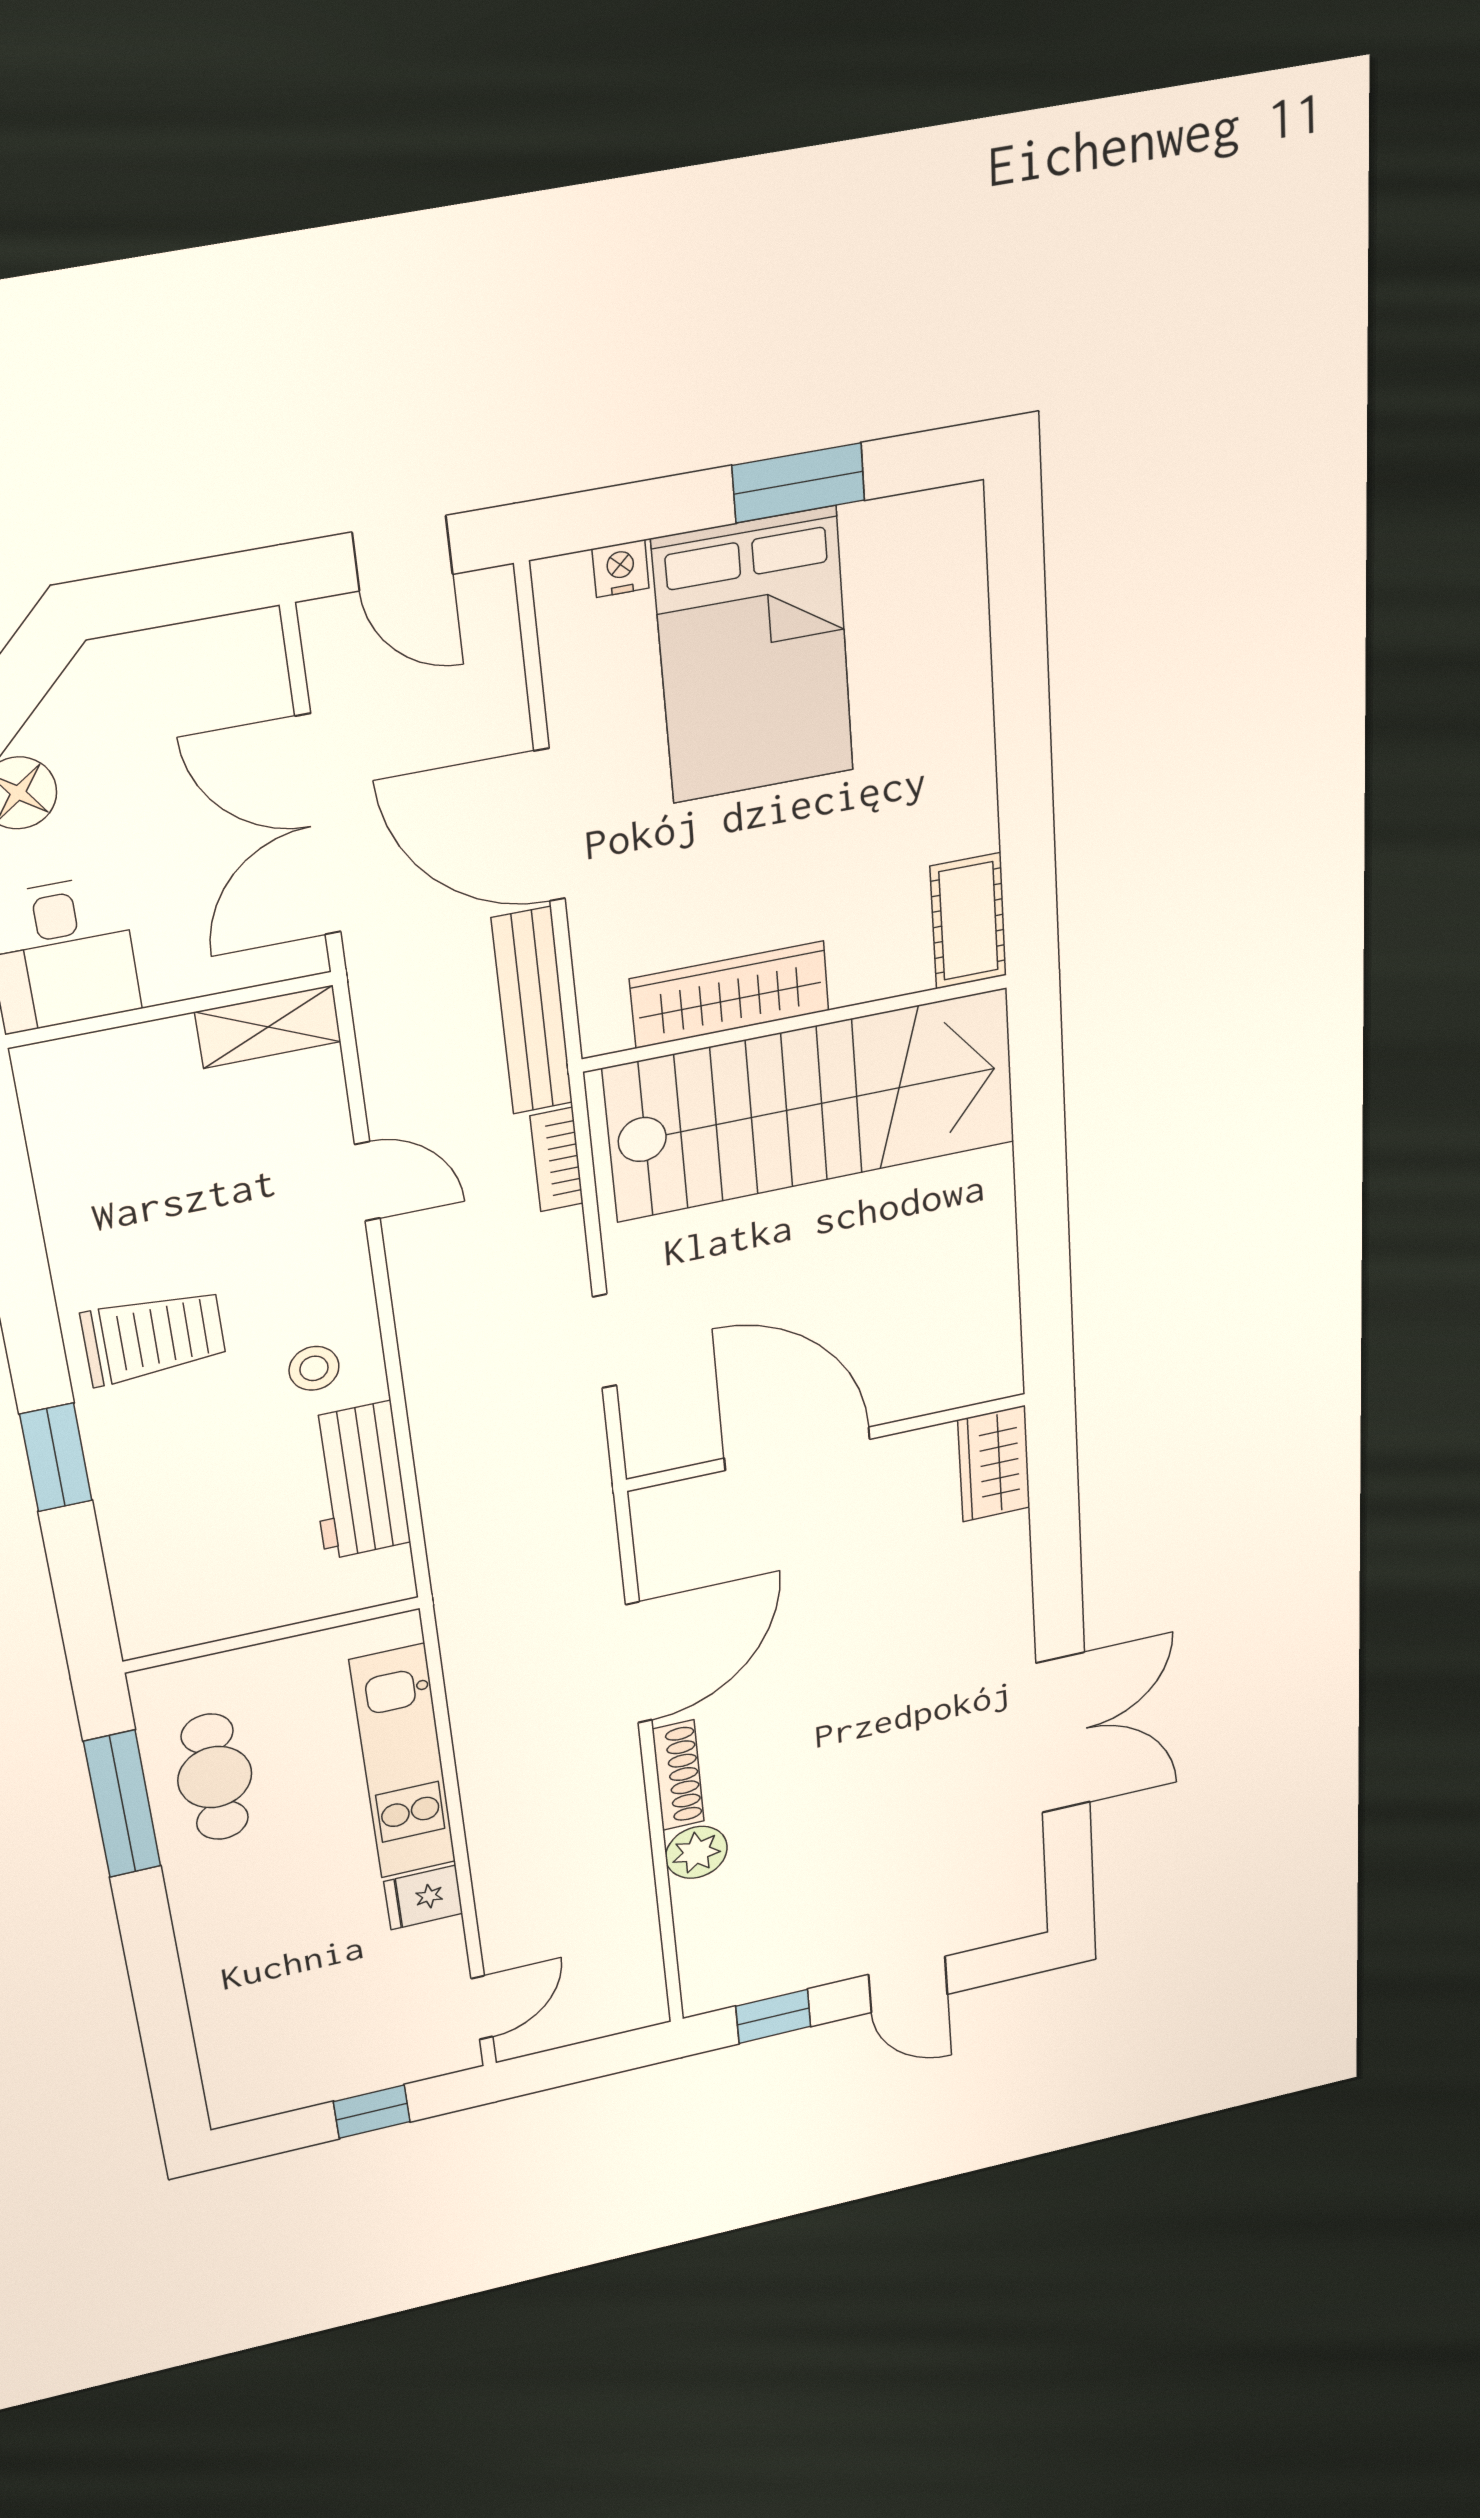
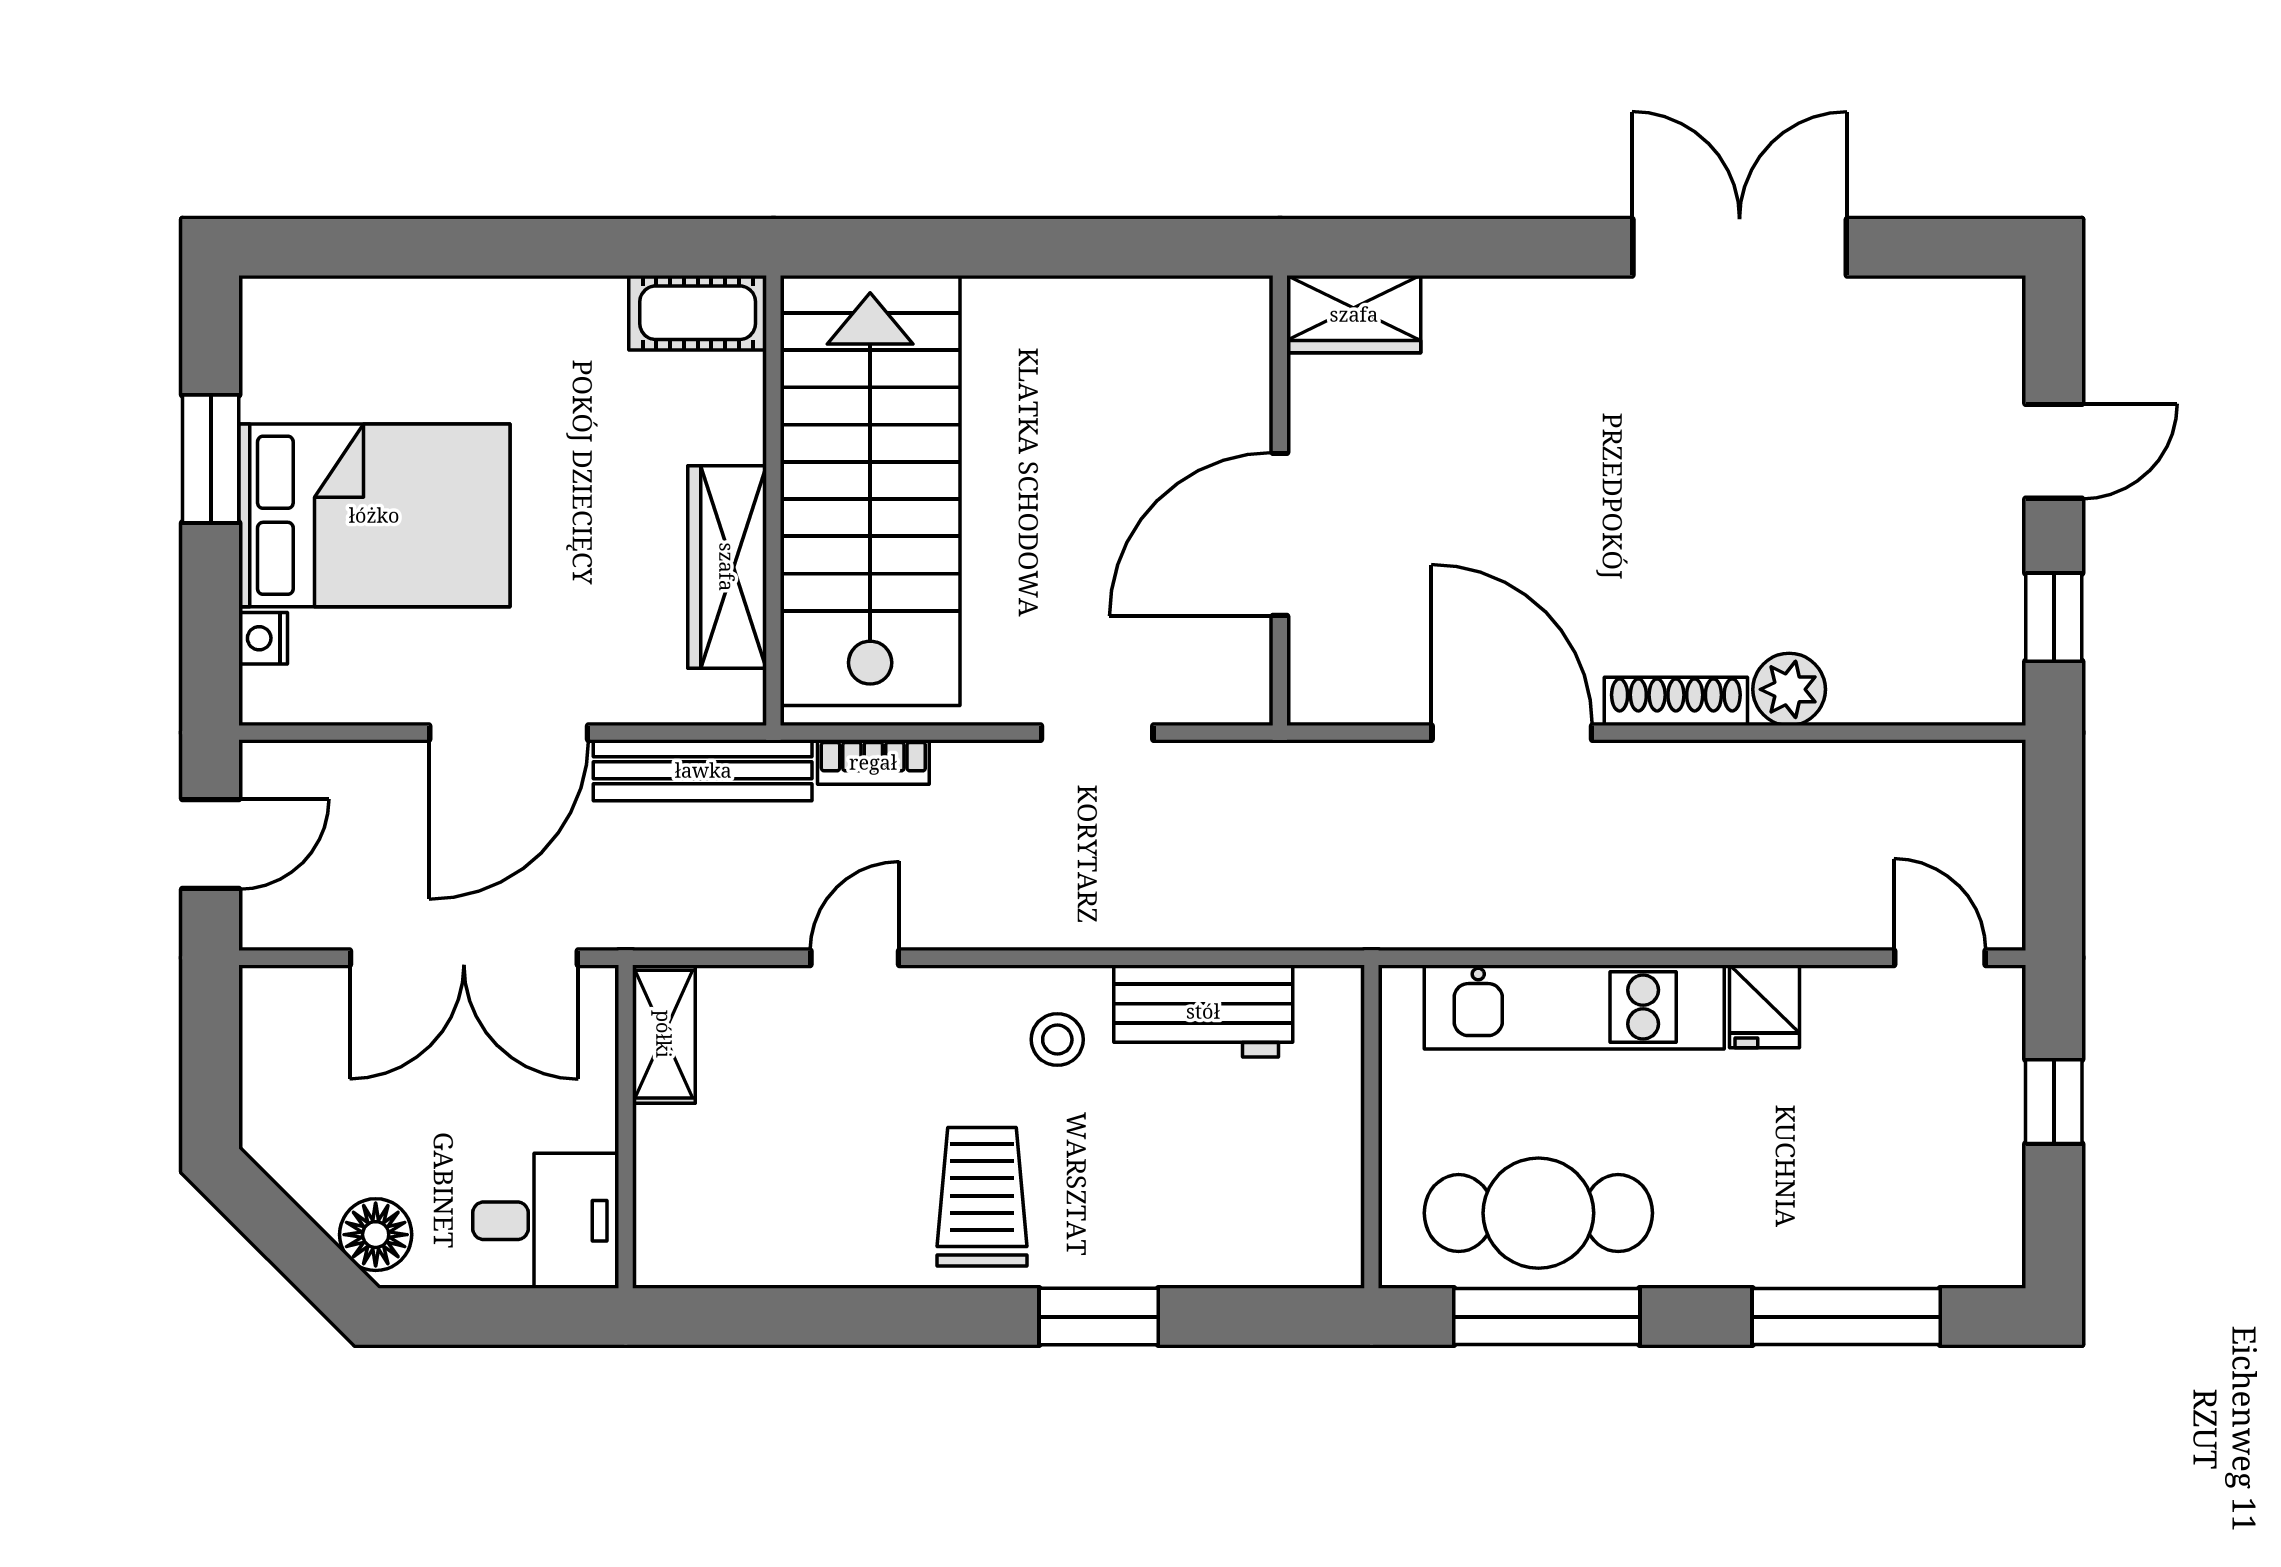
cafe table: (215, 1777) -> (1538, 1213), width x1.37, depth x1.35
window: (163, 2016) -> (1846, 1317), added

